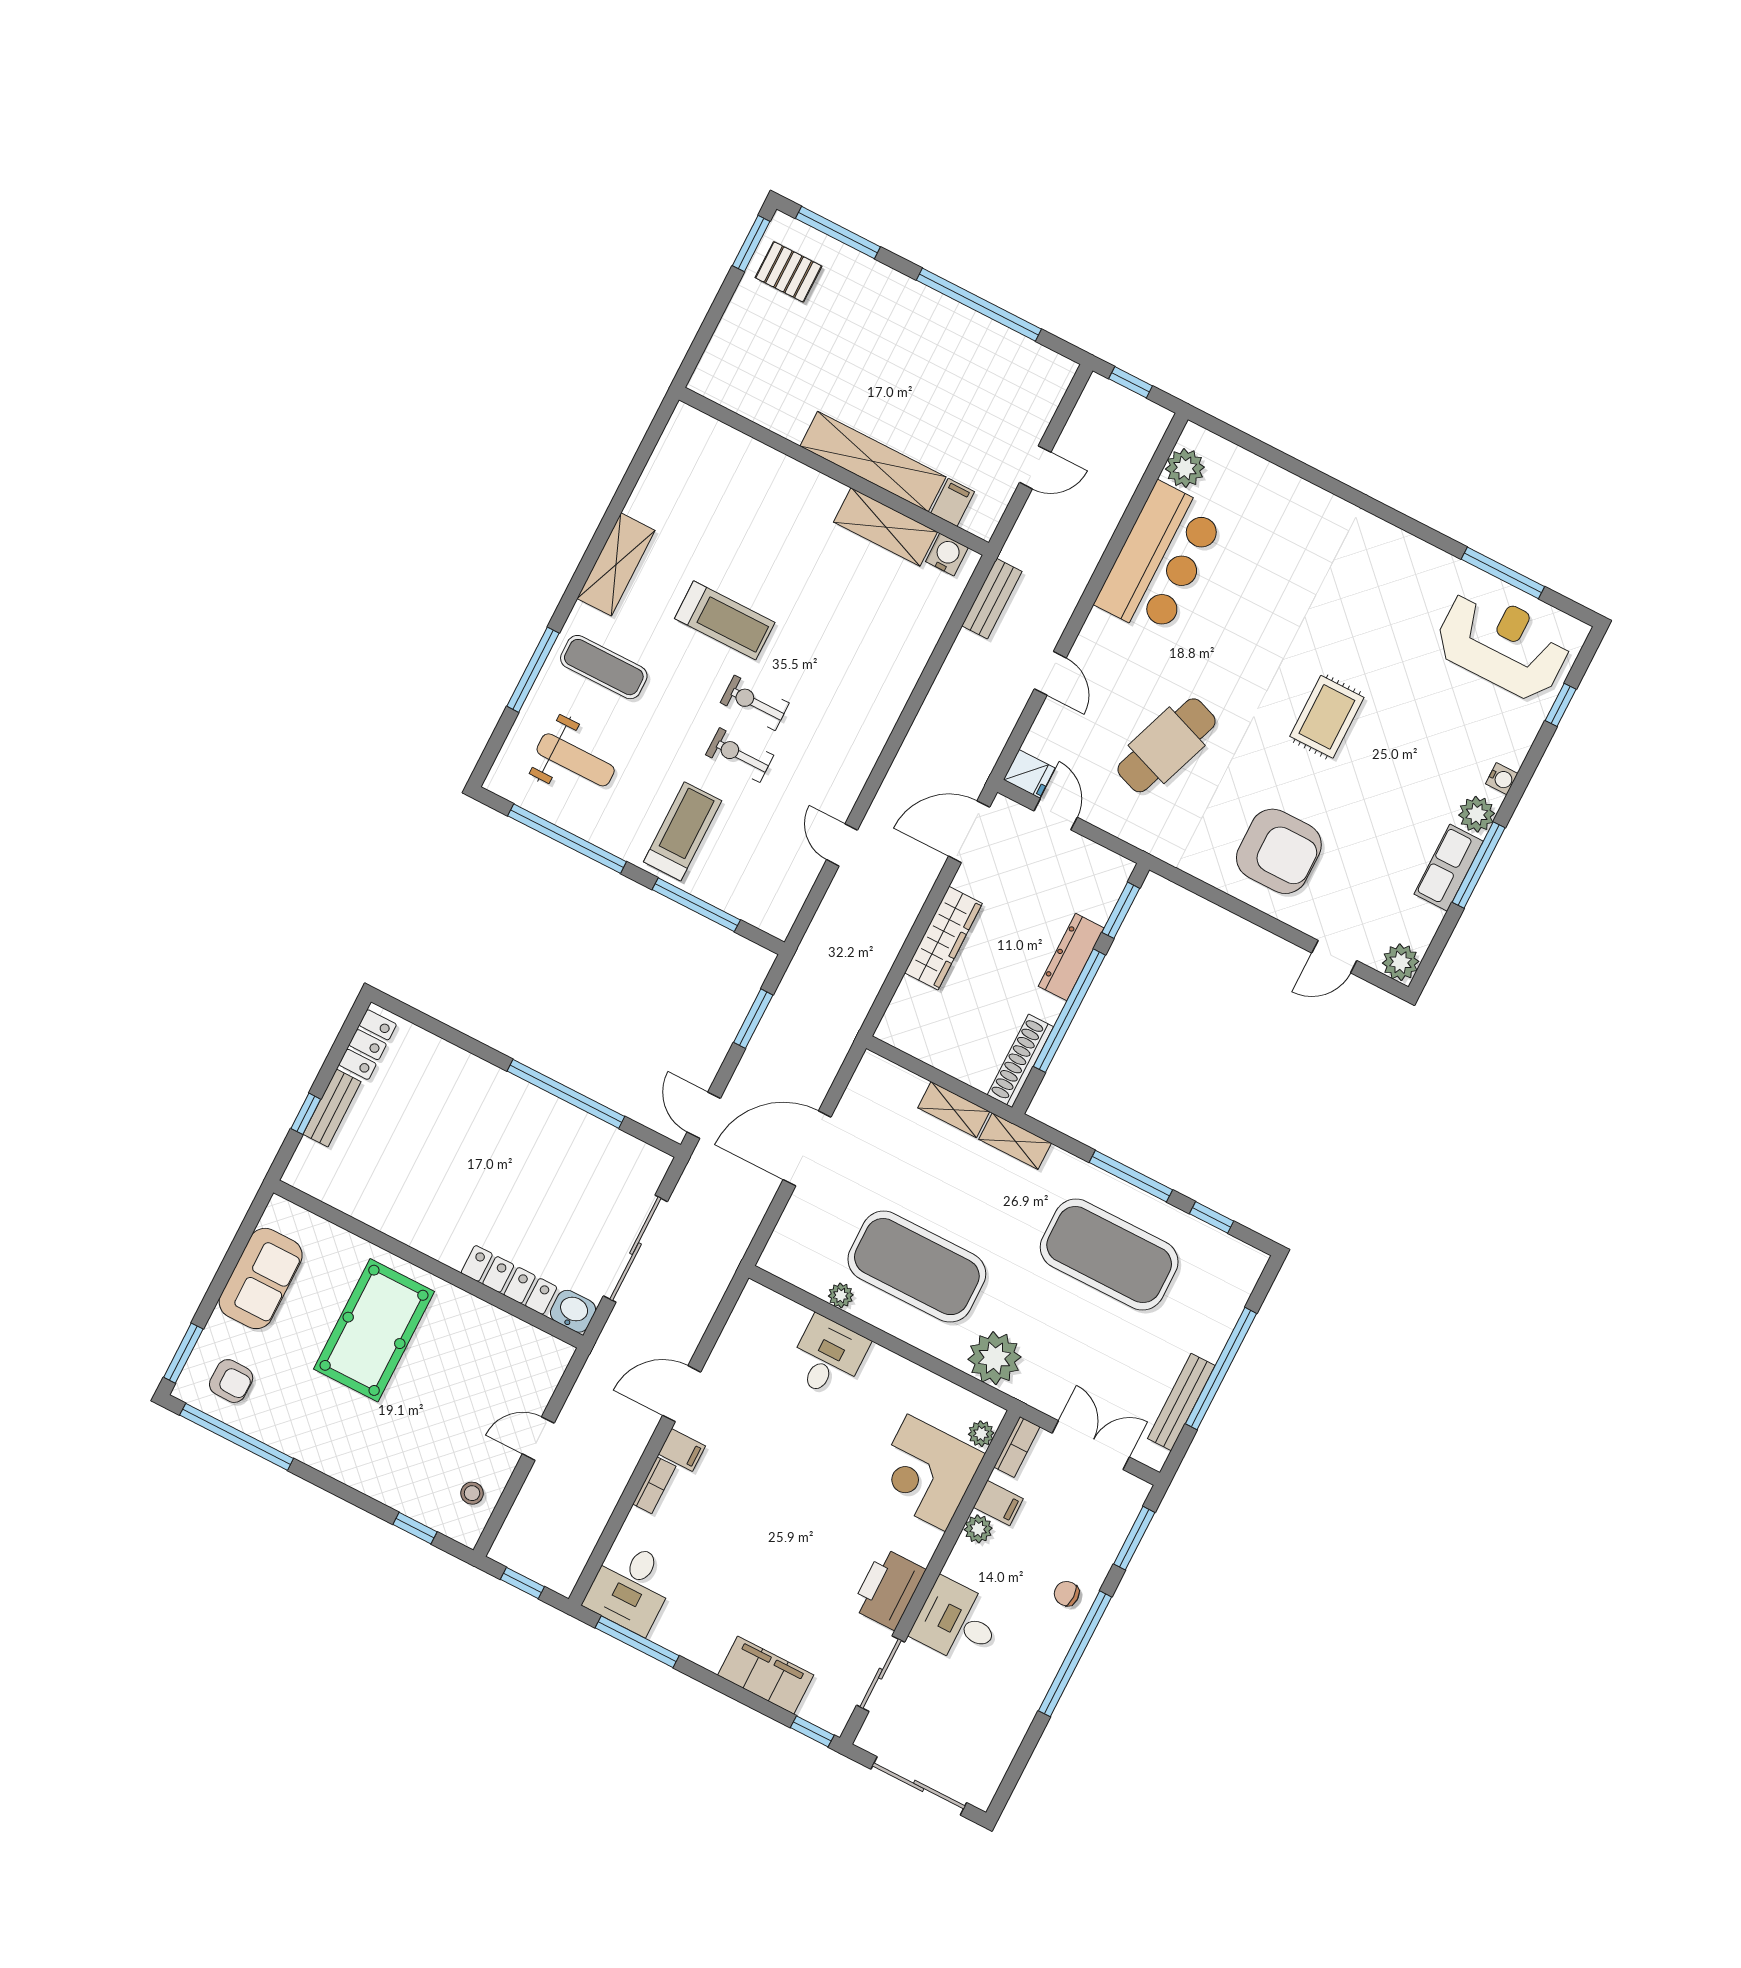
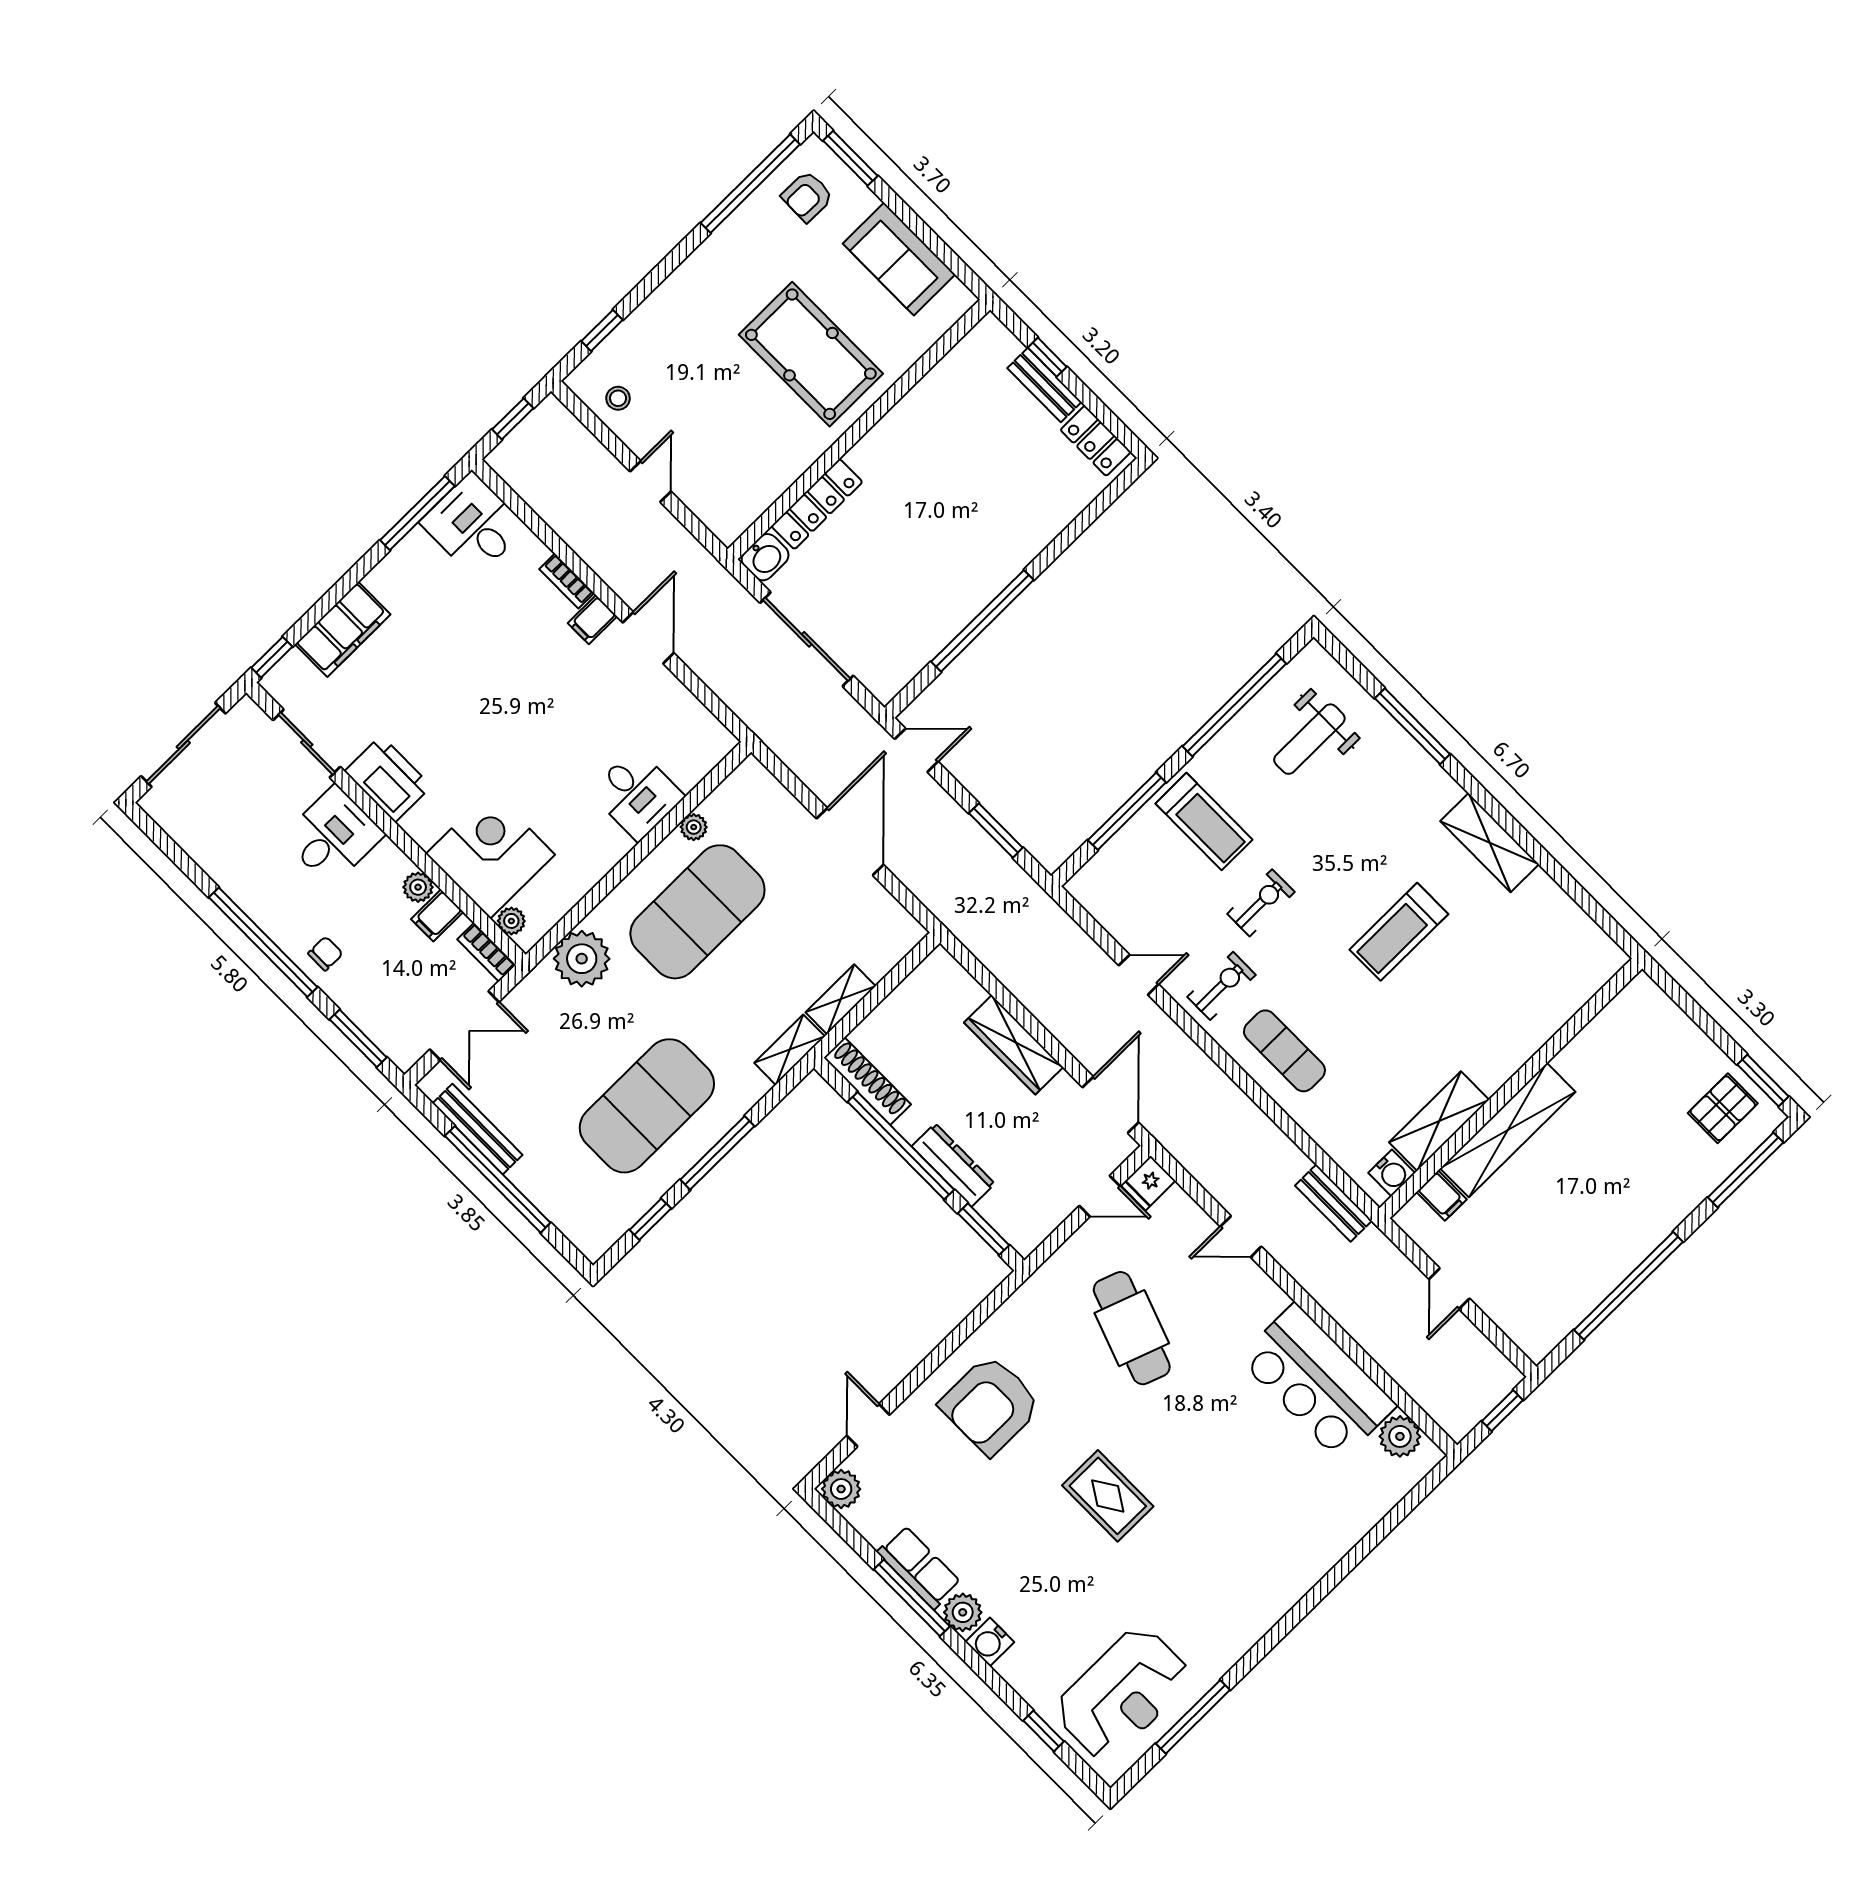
exercise mat: (604, 667) -> (1284, 1051), moved, turned 90
exercise bike: (755, 703) -> (1222, 986), moved
water cooler: (1502, 779) -> (990, 1642), width x1.38, depth x1.38

